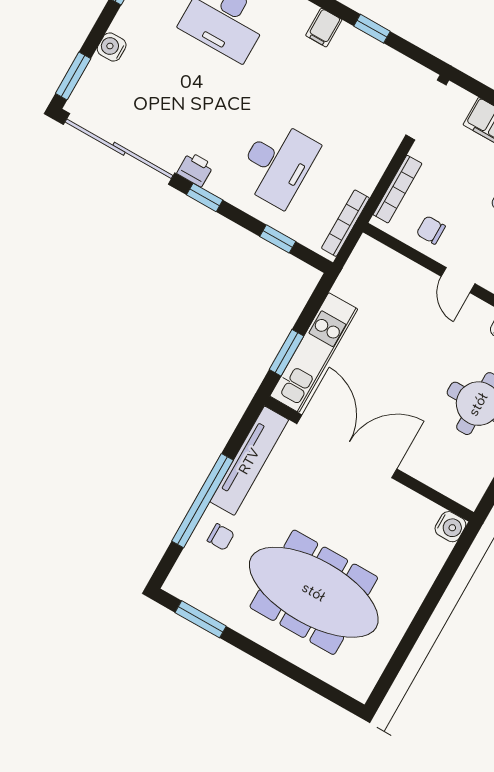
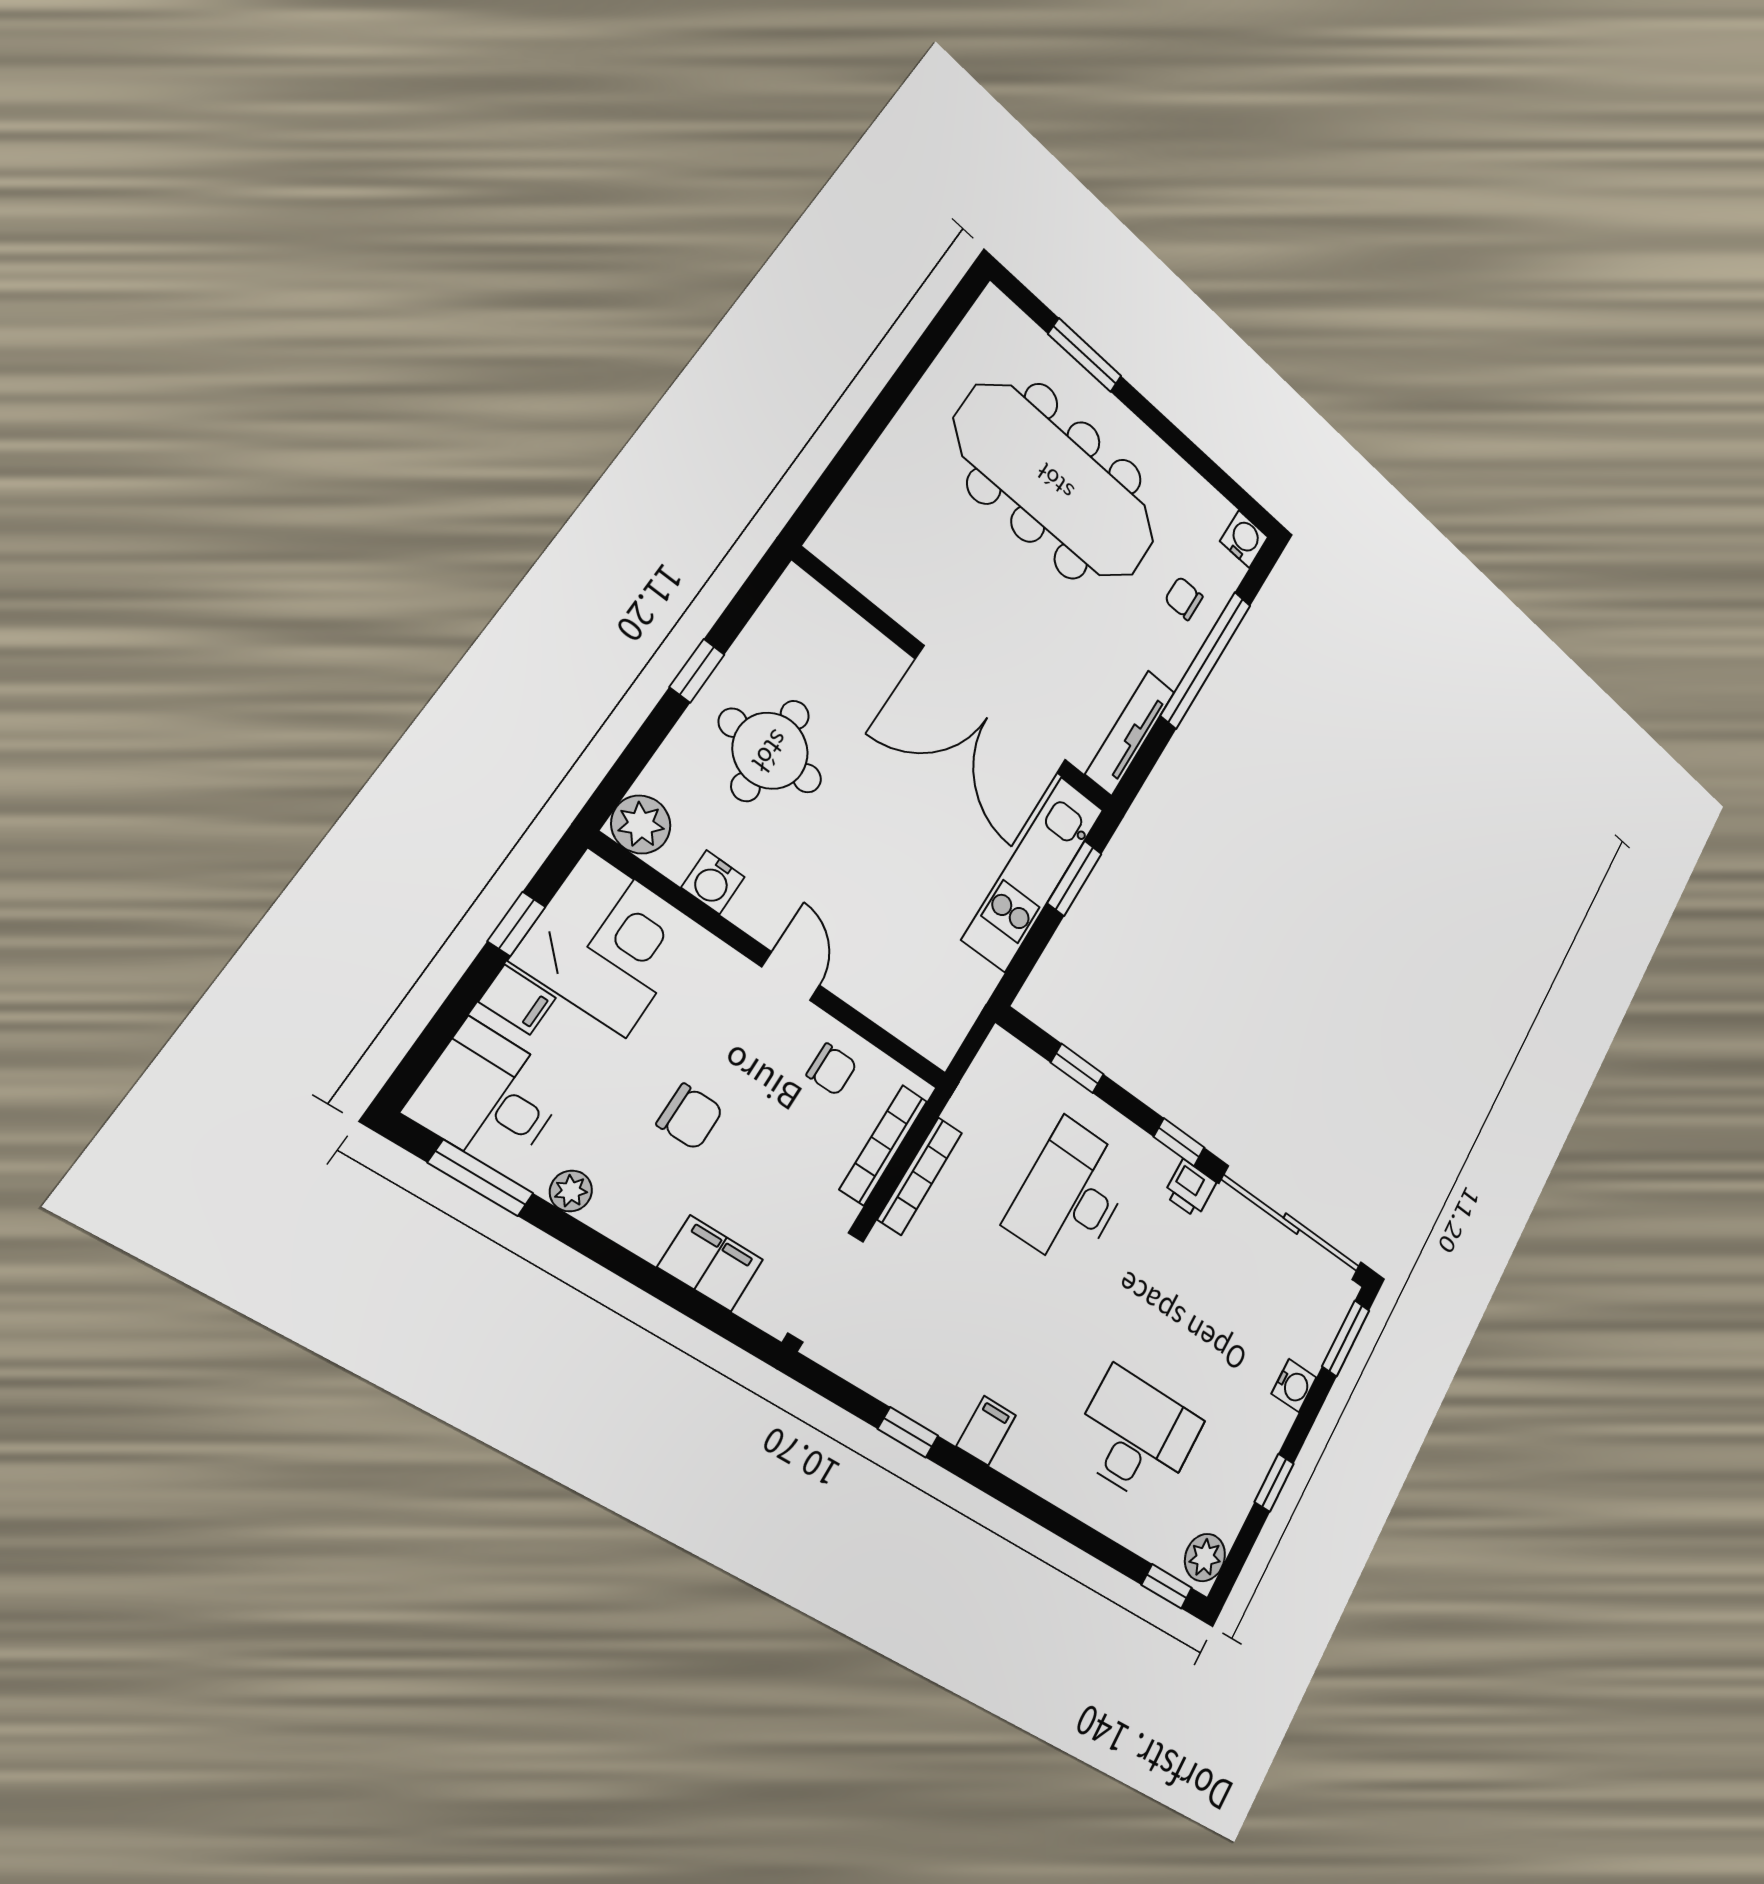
bookcase: (345, 223) -> (920, 1176), moved
tv unit: (249, 461) -> (1130, 733), width x0.73, depth x0.78
water cooler: (450, 527) -> (1244, 539), moved, turned 90
window: (201, 619) -> (1085, 355), moved

